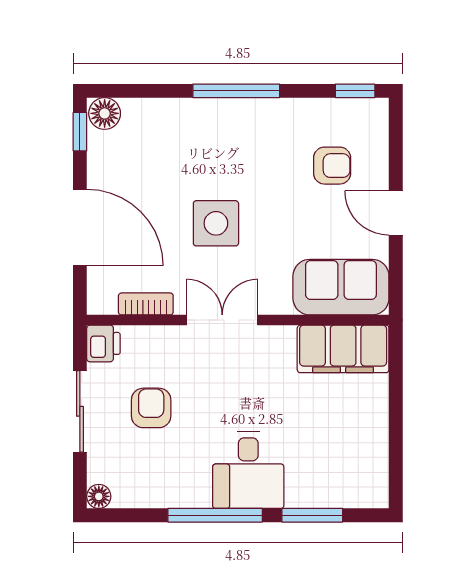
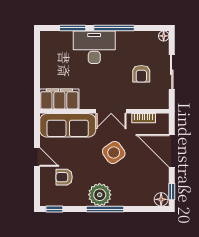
plant: (249, 124) -> (100, 195), added
side table: (216, 223) -> (114, 152), turned -35
sofa: (341, 287) -> (68, 125), width x1.36
printer: (103, 343) -> (162, 101), removed
desk: (248, 470) -> (94, 47), width x1.37

